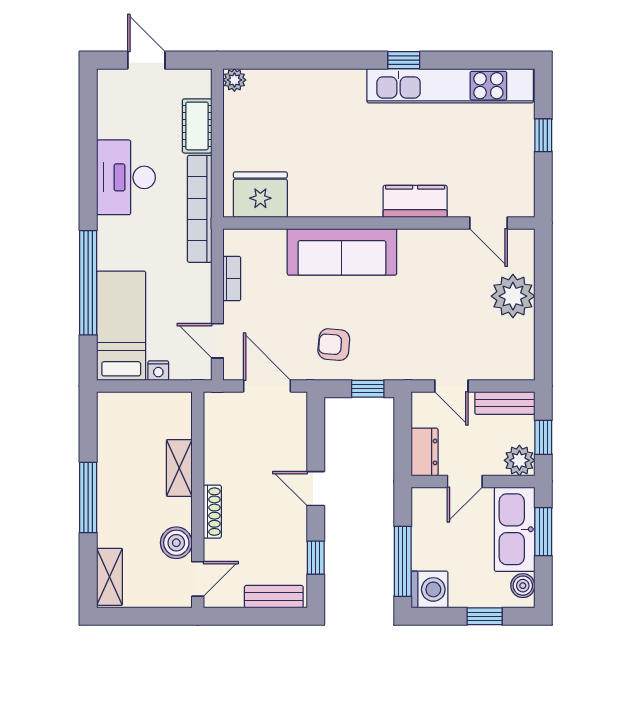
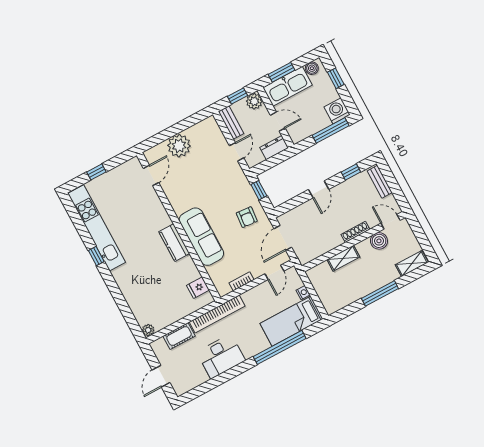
fridge: (260, 195) -> (198, 288), width x0.53, depth x0.75
kitchen counter: (415, 201) -> (174, 243), moved

